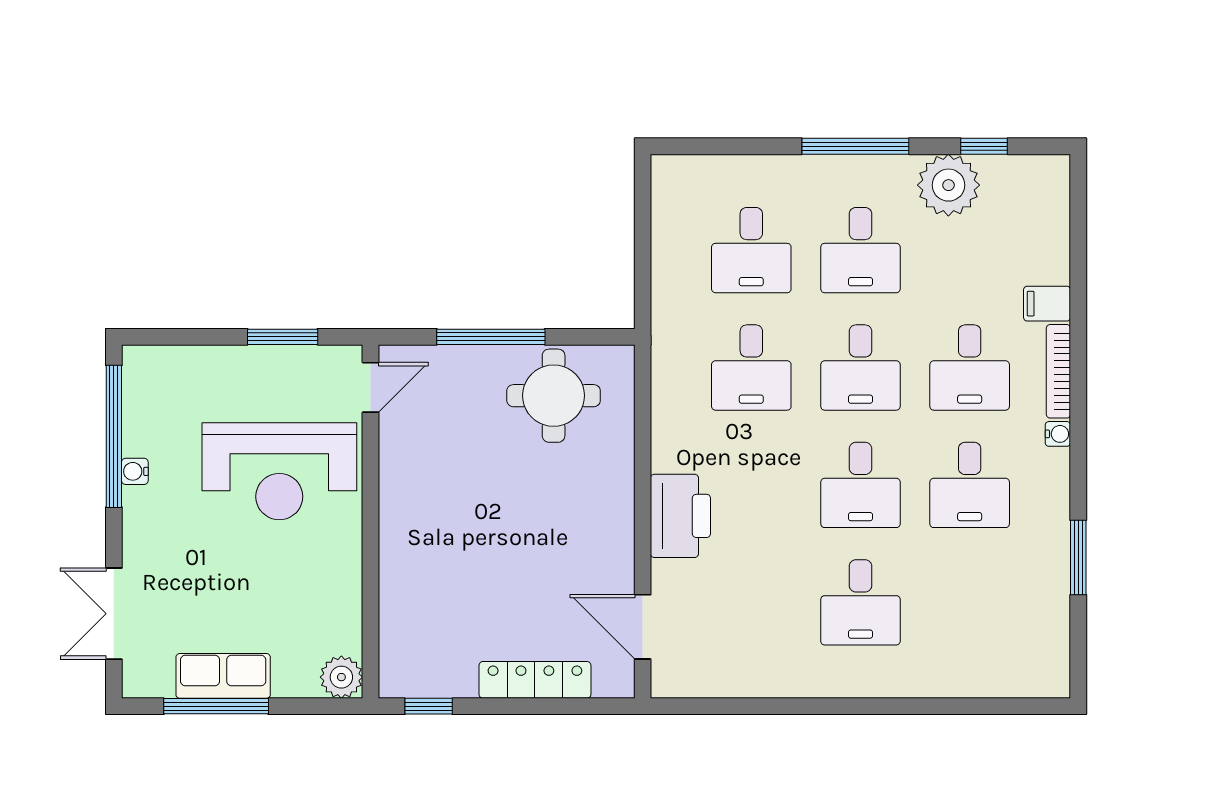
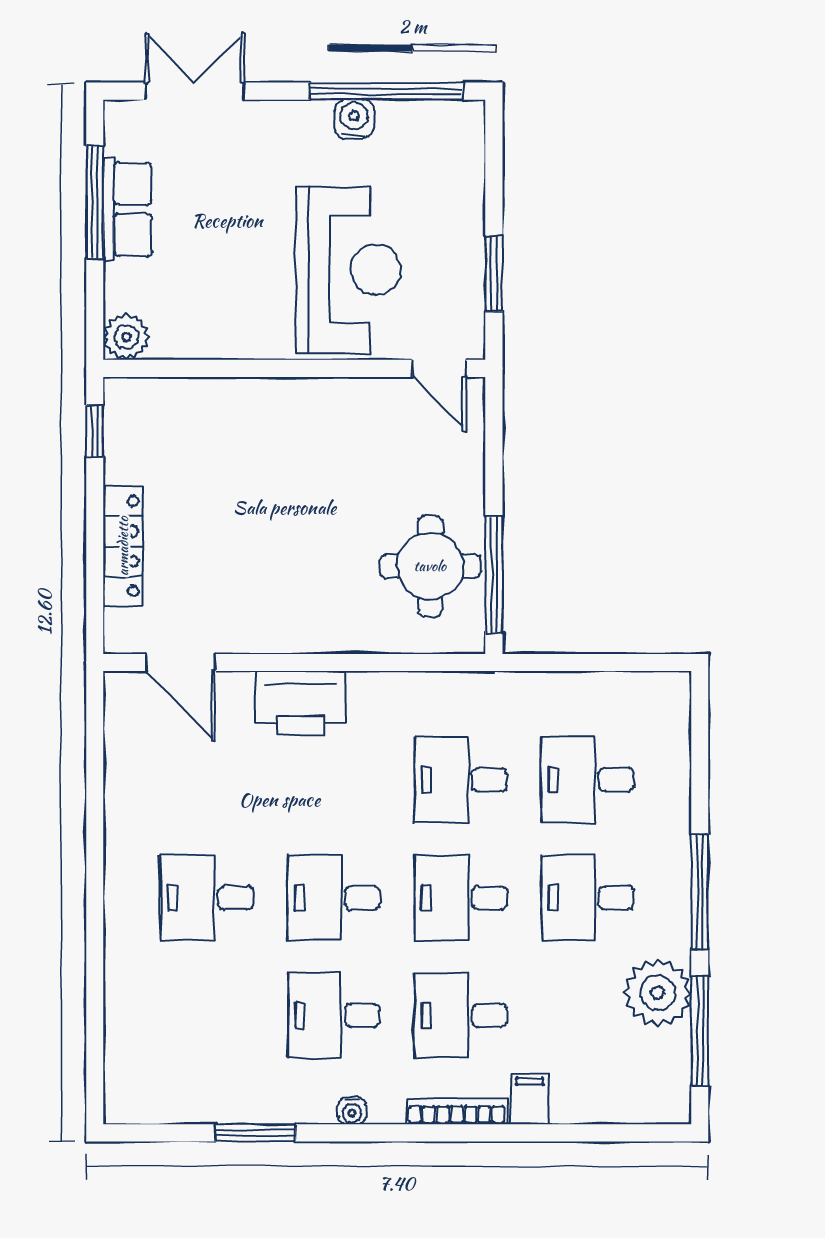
window: (984, 146) -> (700, 1031), width x2.17
window: (491, 337) -> (494, 575), moved
water cooler: (1058, 434) -> (352, 1111), moved
water cooler: (135, 471) -> (354, 119), width x1.38, depth x1.38
reception desk: (279, 471) -> (349, 270), turned 180
door: (643, 627) -> (181, 662), swing flipped

